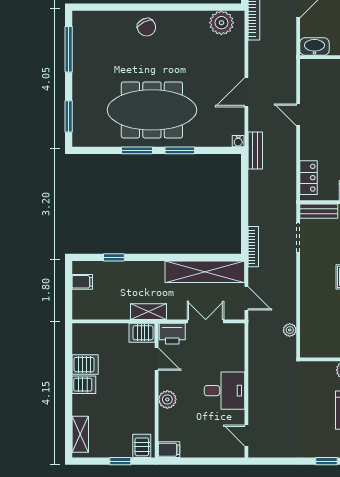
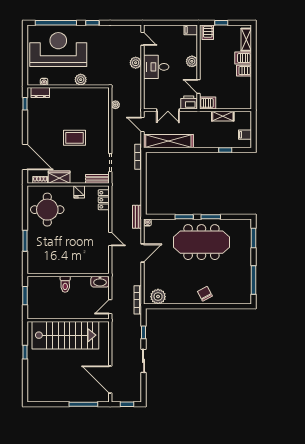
shelving: (148, 312) -> (223, 116), moved
server rack: (85, 365) -> (243, 58), moved
plant: (257, 397) -> (136, 63), added

